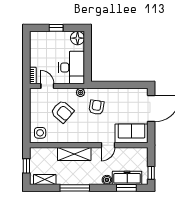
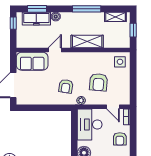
armchair: (40, 53) -> (120, 139), added
armchair: (62, 112) -> (99, 82), turned -126

